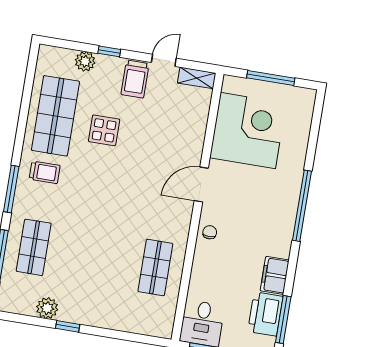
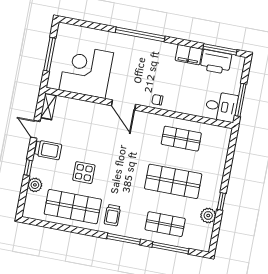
trolley: (45, 172) -> (112, 215), turned 180
shop shelf: (95, 257) -> (173, 181), added

